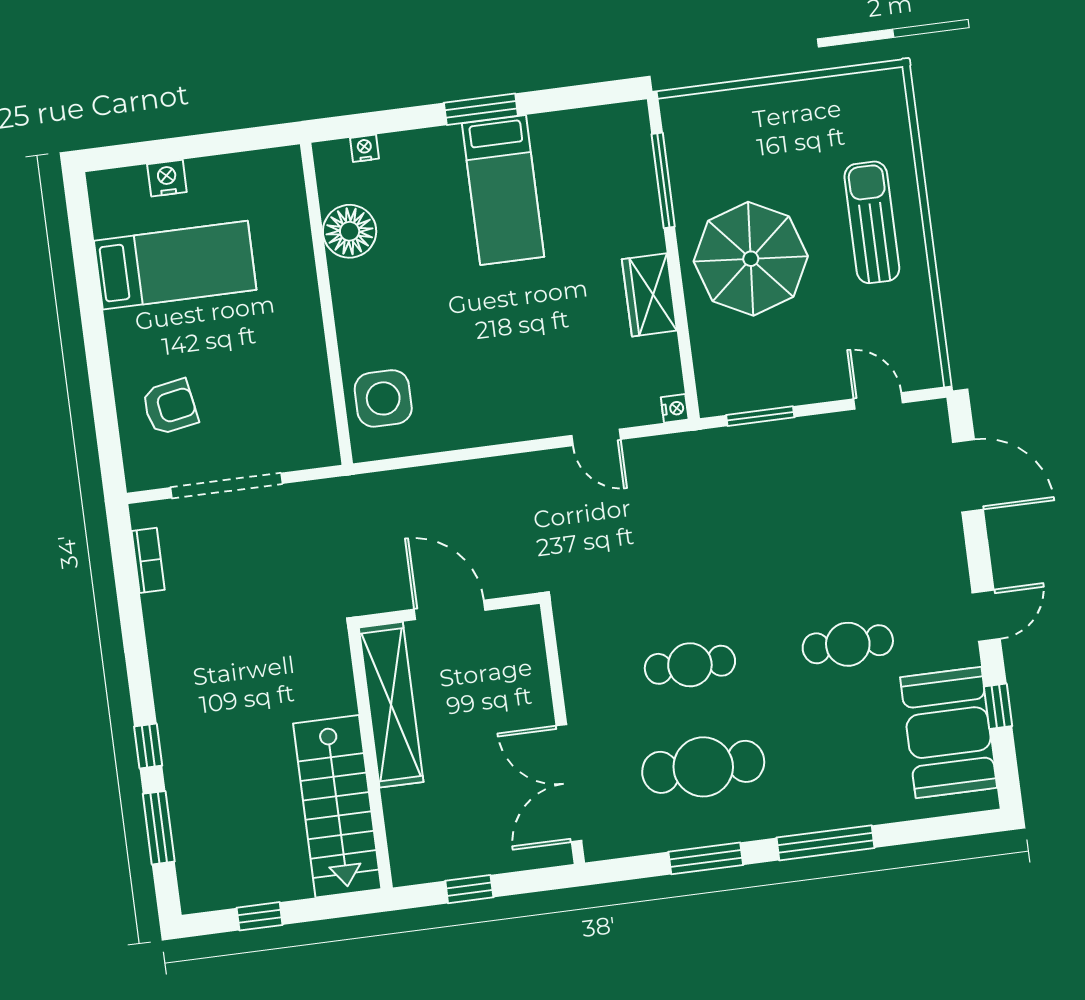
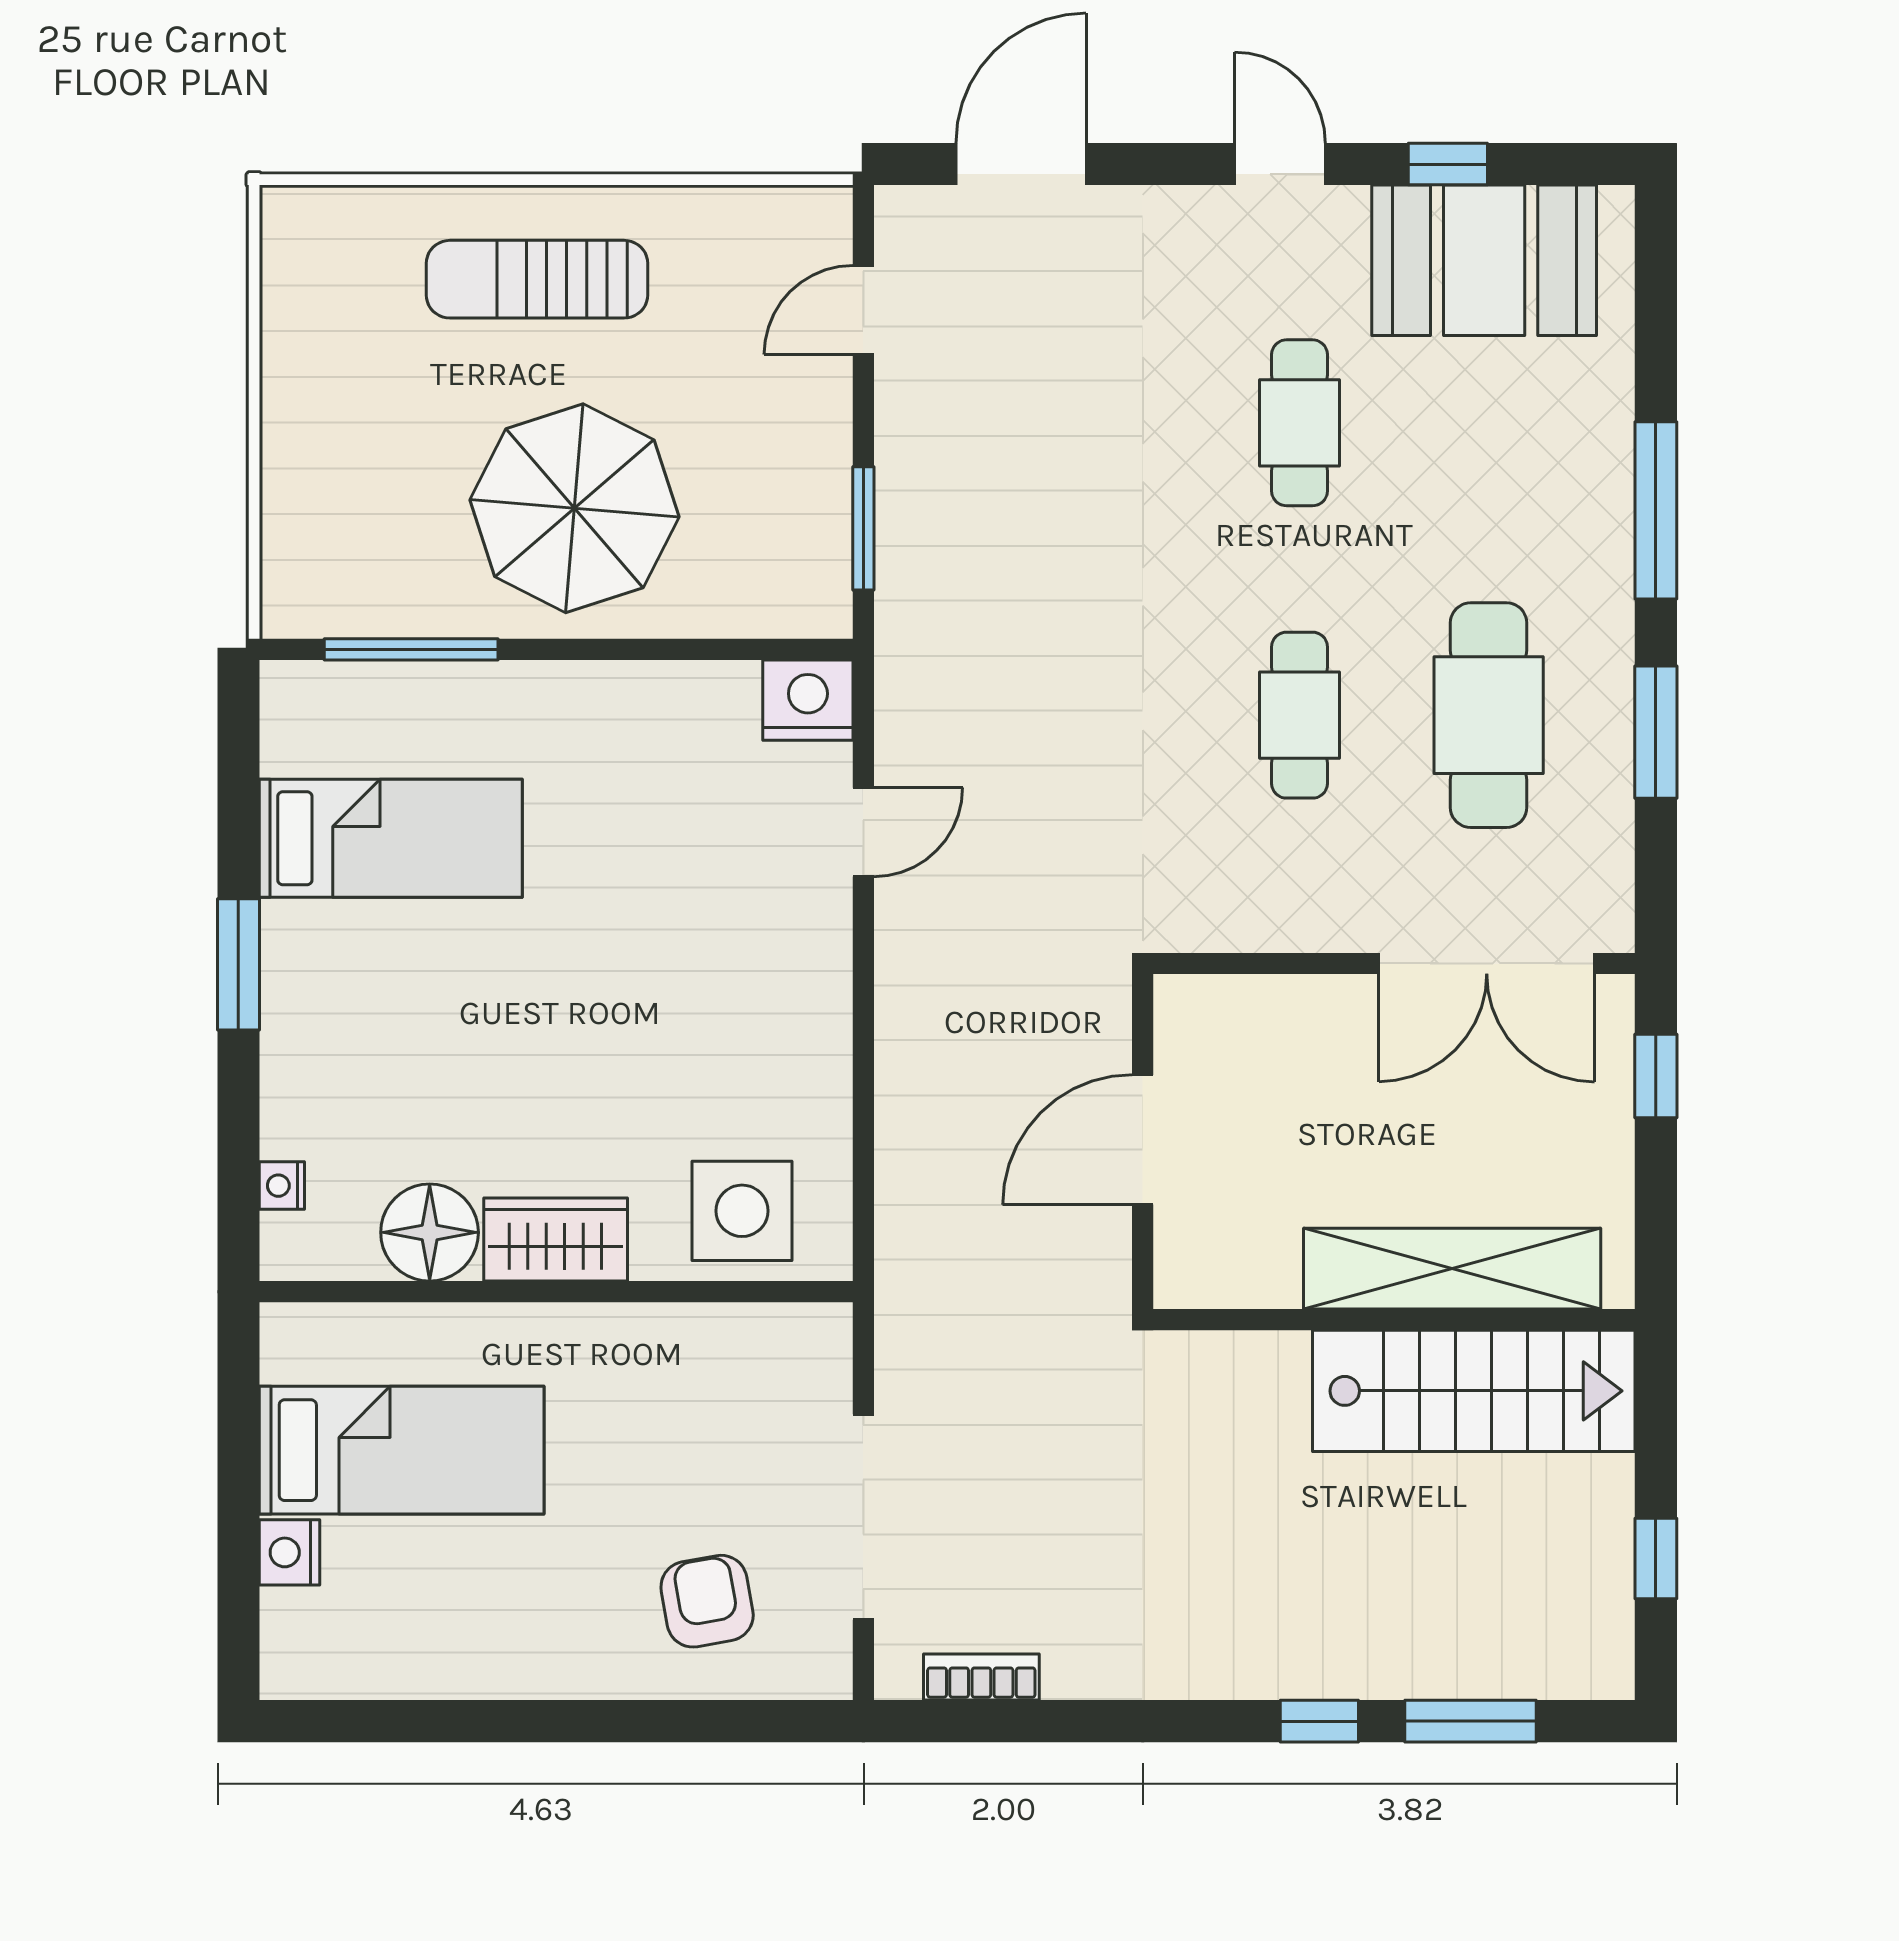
bed: (503, 190) -> (391, 838), moved
bed: (175, 265) -> (402, 1450), moved, turned 90
wardrobe: (649, 295) -> (556, 1240), moved, turned 180
nightstand: (675, 408) -> (808, 700), width x1.89, depth x1.79
shelving: (391, 705) -> (1452, 1269), moved
window: (469, 889) -> (1656, 1076), moved

